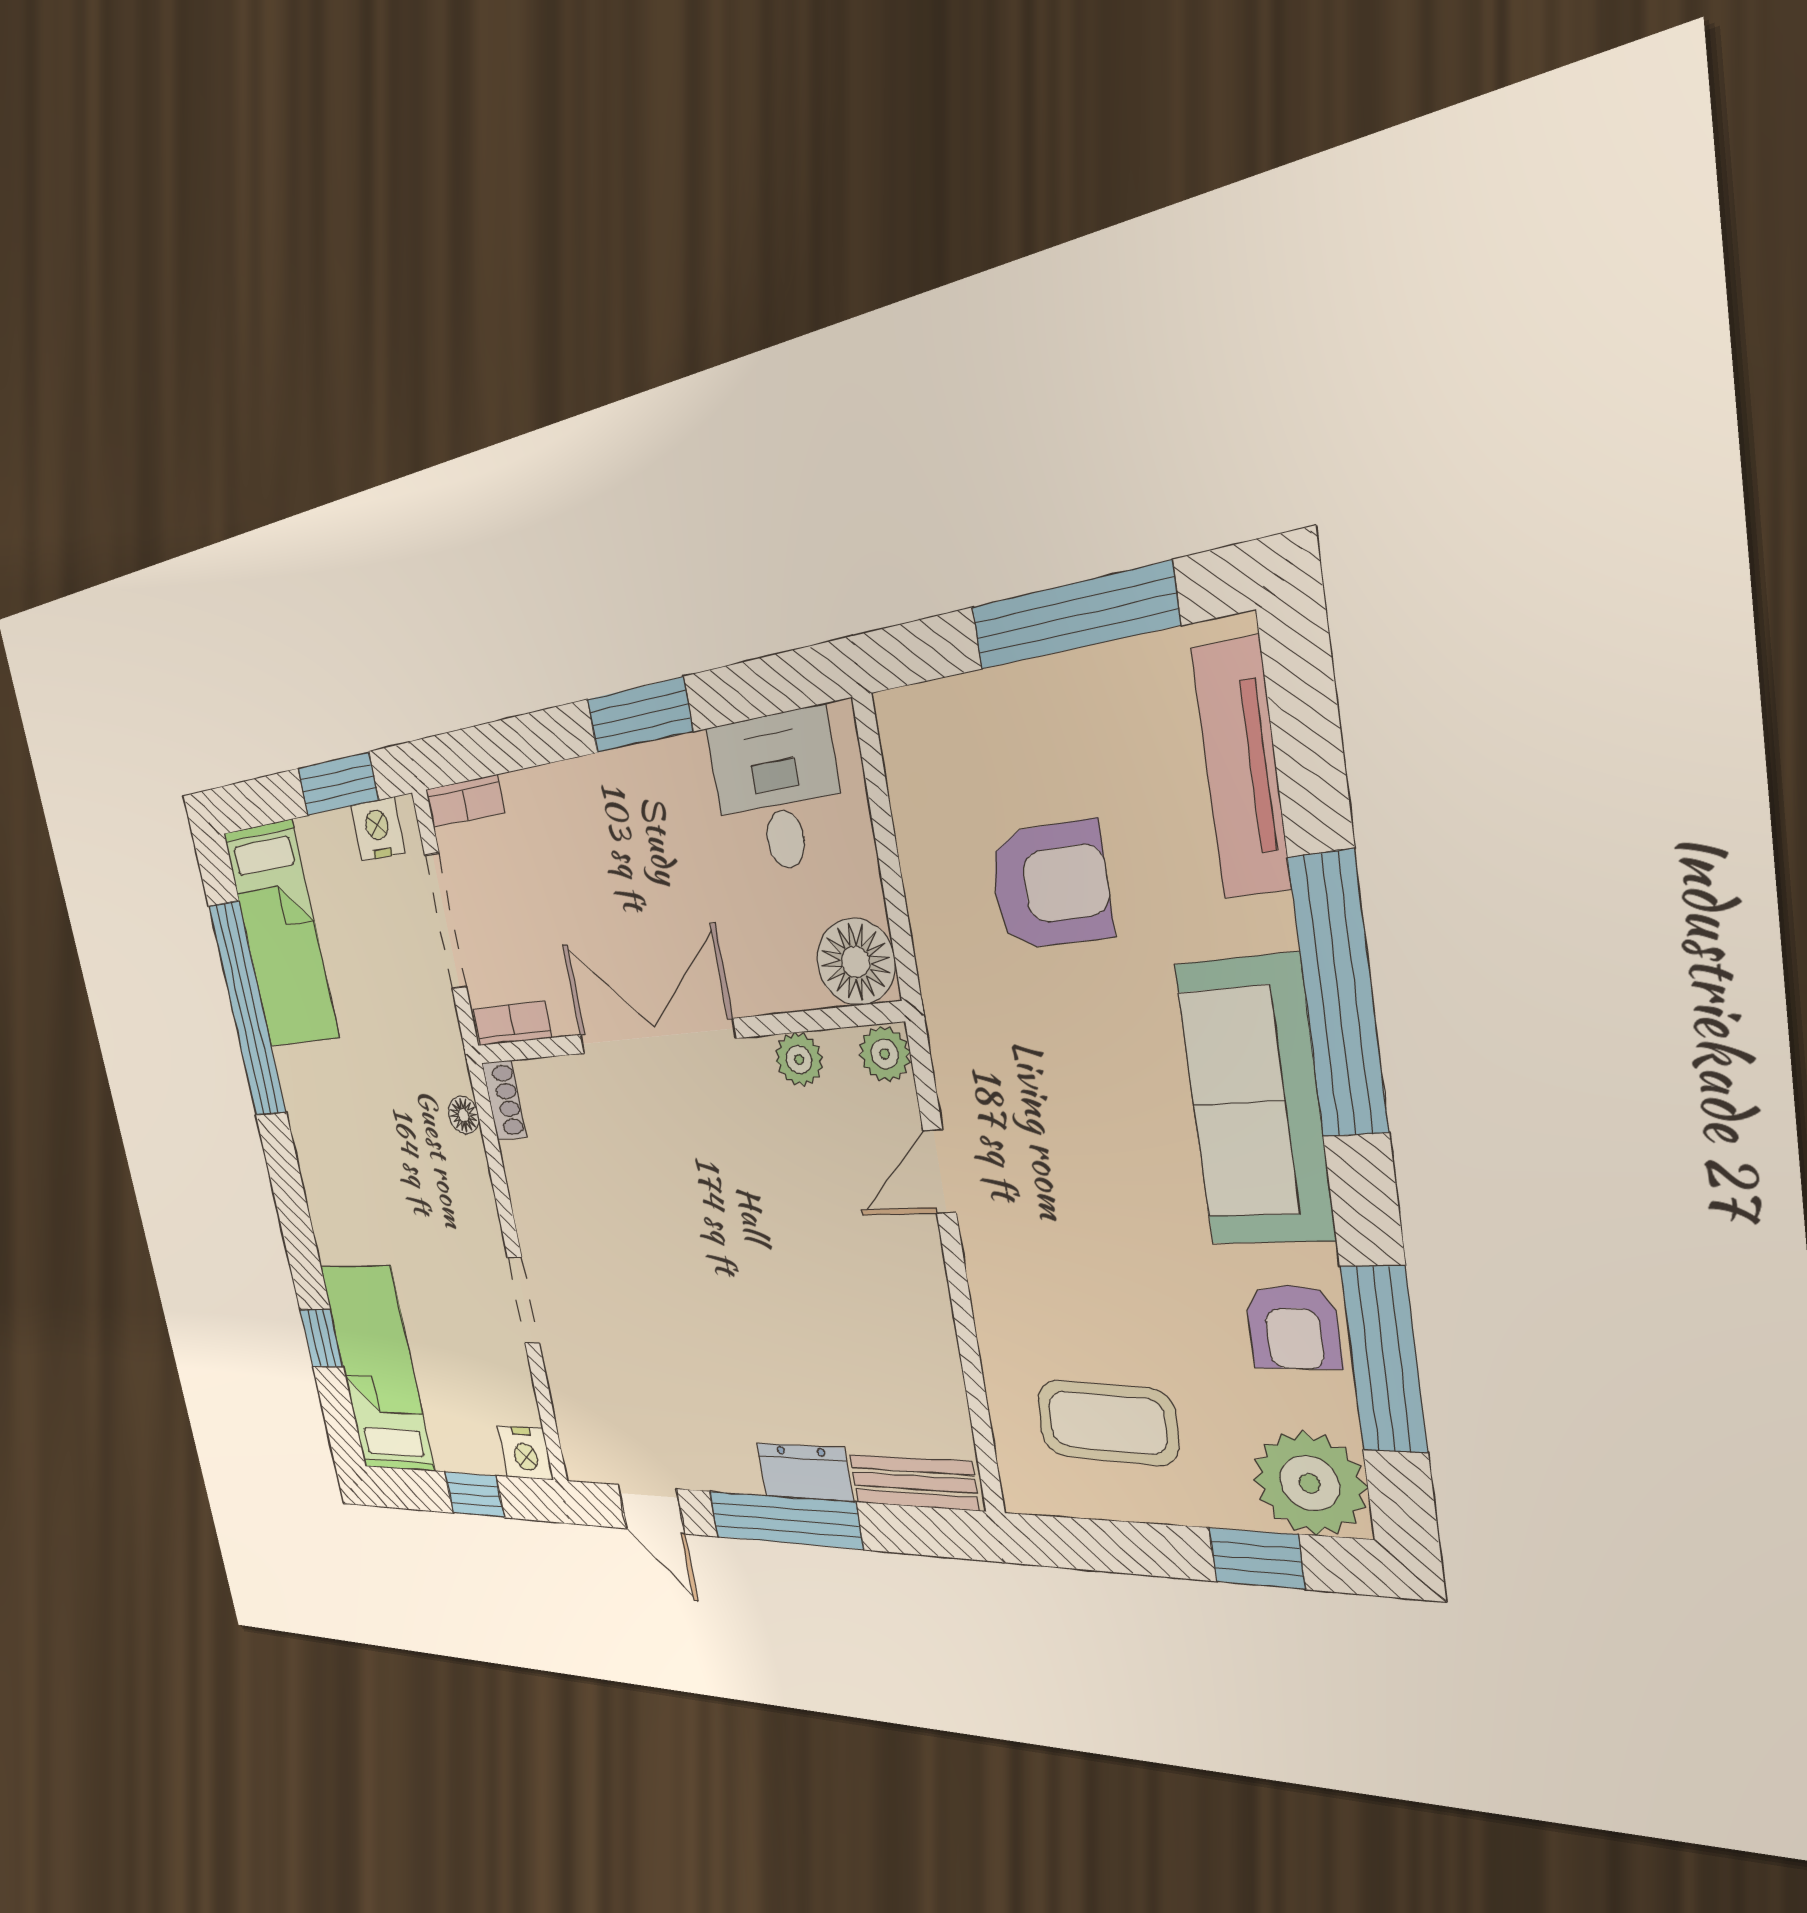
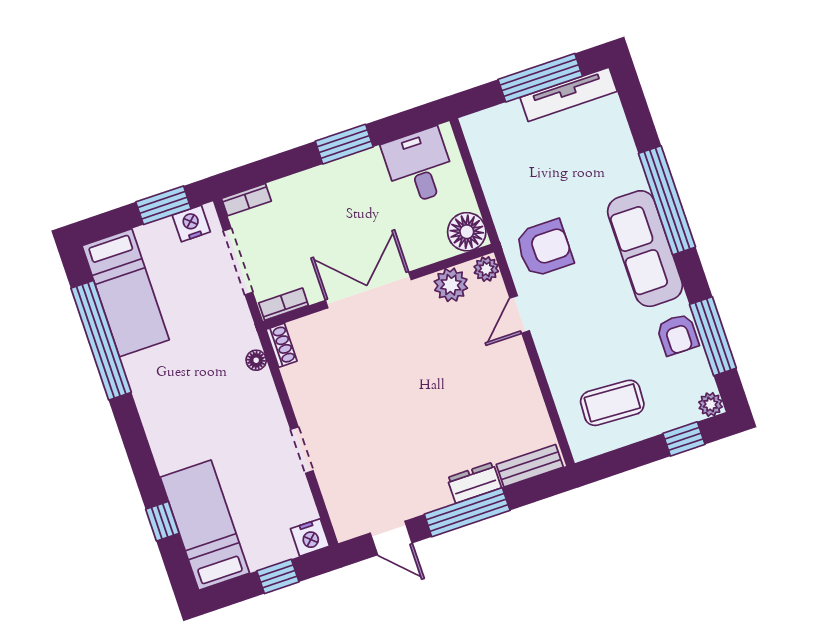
tv unit: (1241, 769) -> (569, 94), moved, turned -90
armchair: (1050, 885) -> (544, 248), moved
plant: (799, 1059) -> (451, 285), width x1.38, depth x1.38
plant: (1310, 1483) -> (711, 404), width x0.53, depth x0.53

